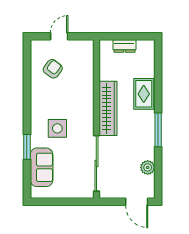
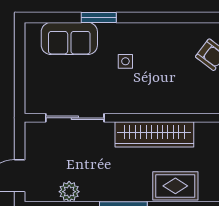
side table: (57, 128) -> (125, 61), width x0.54, depth x0.54
sliding door: (96, 163) -> (75, 118), width x0.73

